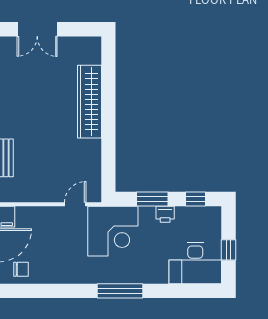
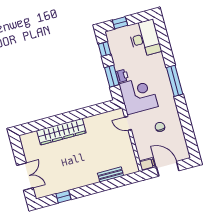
printer: (165, 214) -> (122, 76), moved
window: (229, 250) -> (120, 23), moved
chair: (21, 269) -> (160, 127), moved

